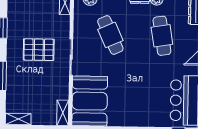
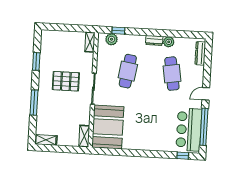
cafe table: (110, 35) -> (128, 71), turned 33

